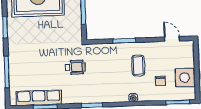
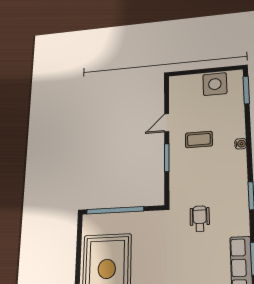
door: (172, 39) -> (167, 123), moved
chair: (160, 81) -> (219, 112), removed

